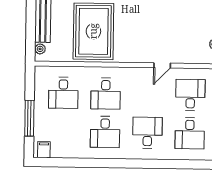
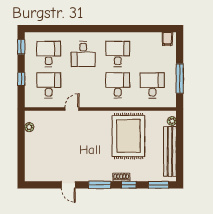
desk: (190, 95) -> (49, 85), turned 180
window: (29, 118) -> (180, 79), moved

